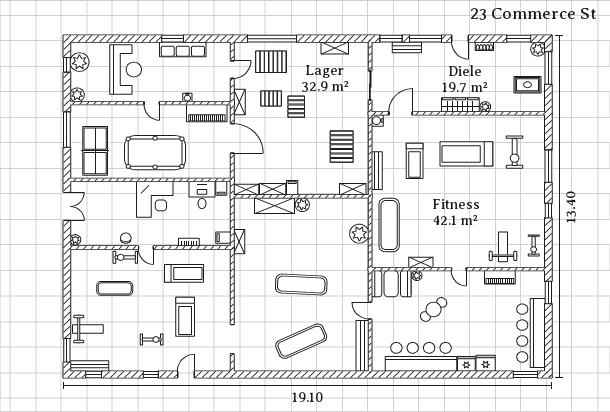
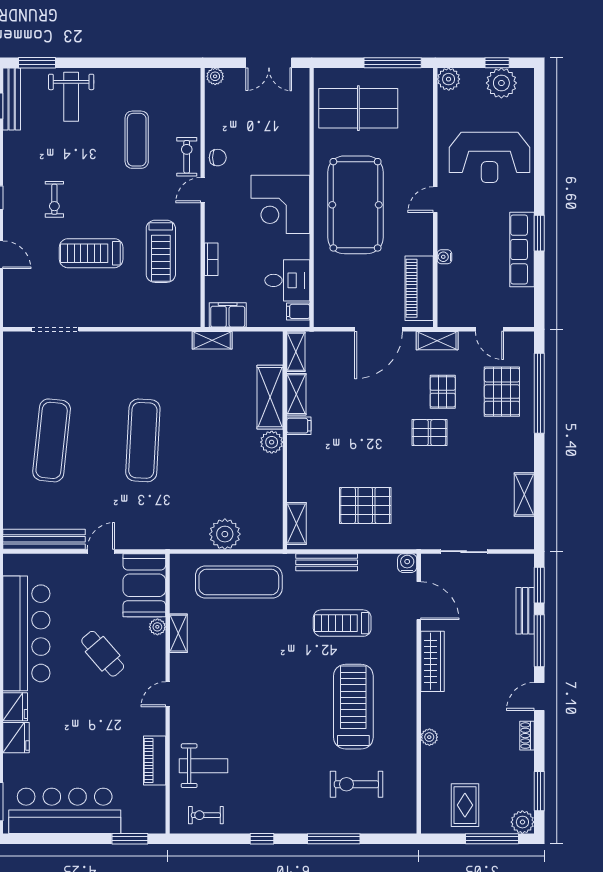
wardrobe: (460, 105) -> (432, 661), moved
filing cabinet: (223, 238) -> (228, 315), width x2.00
exercise mat: (301, 341) -> (52, 440), turned 30

